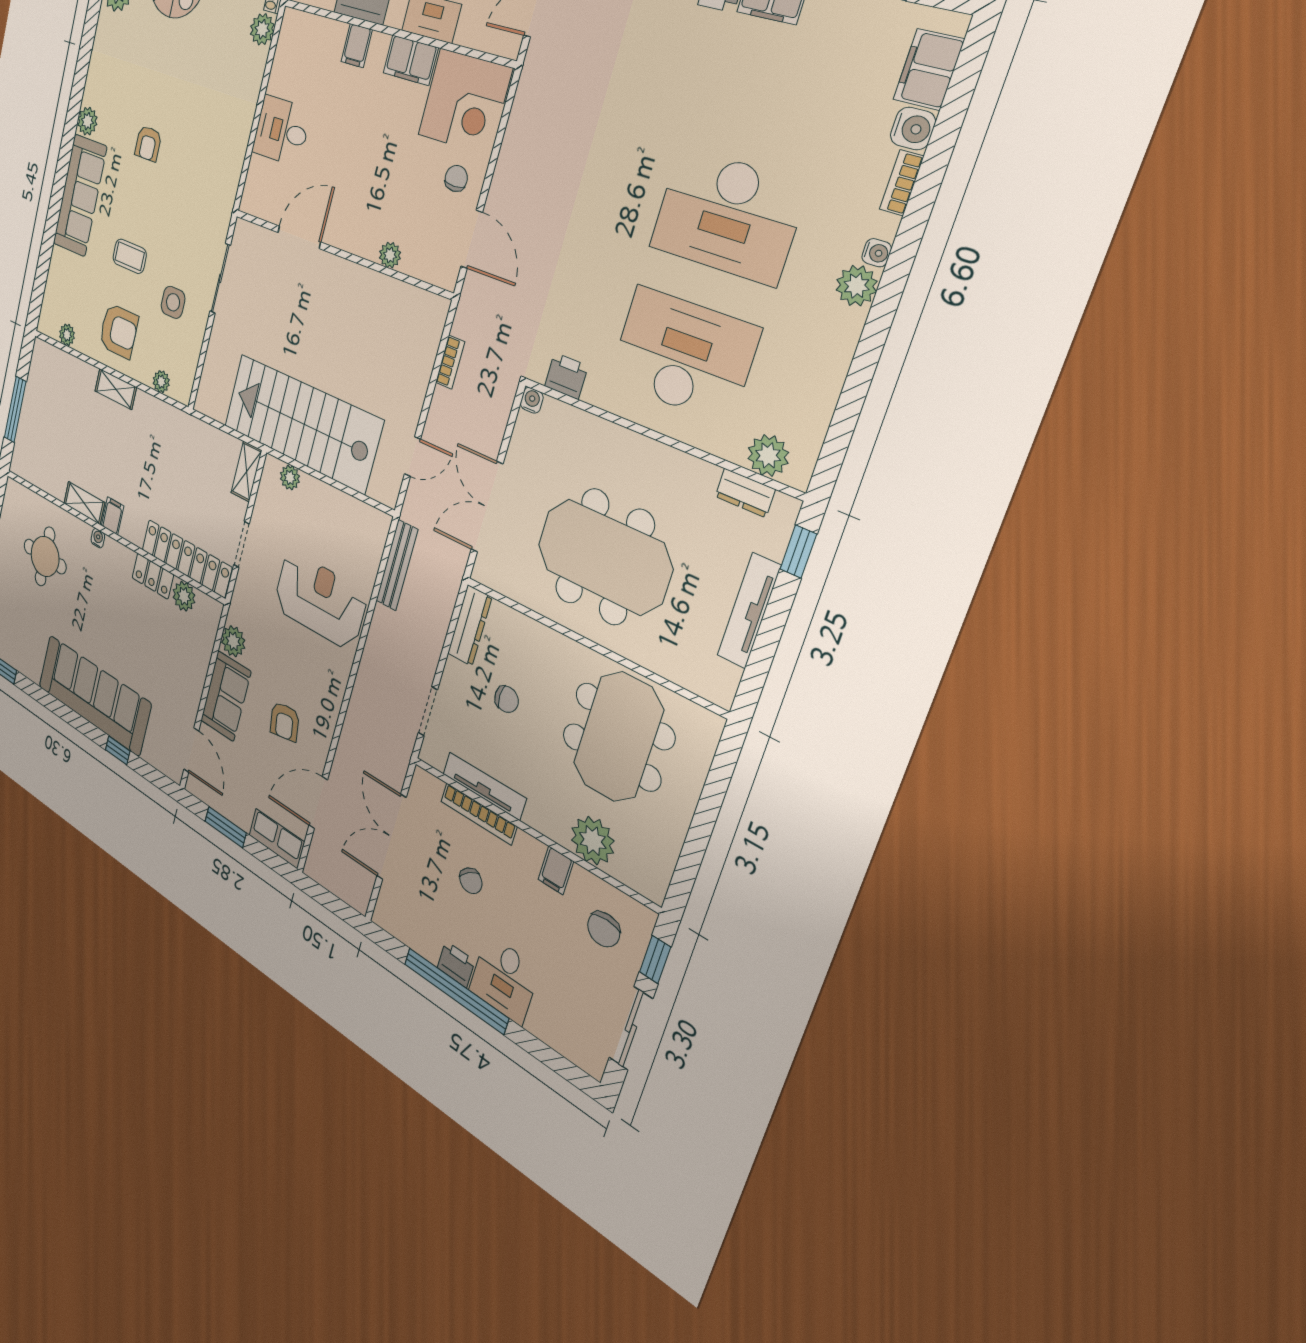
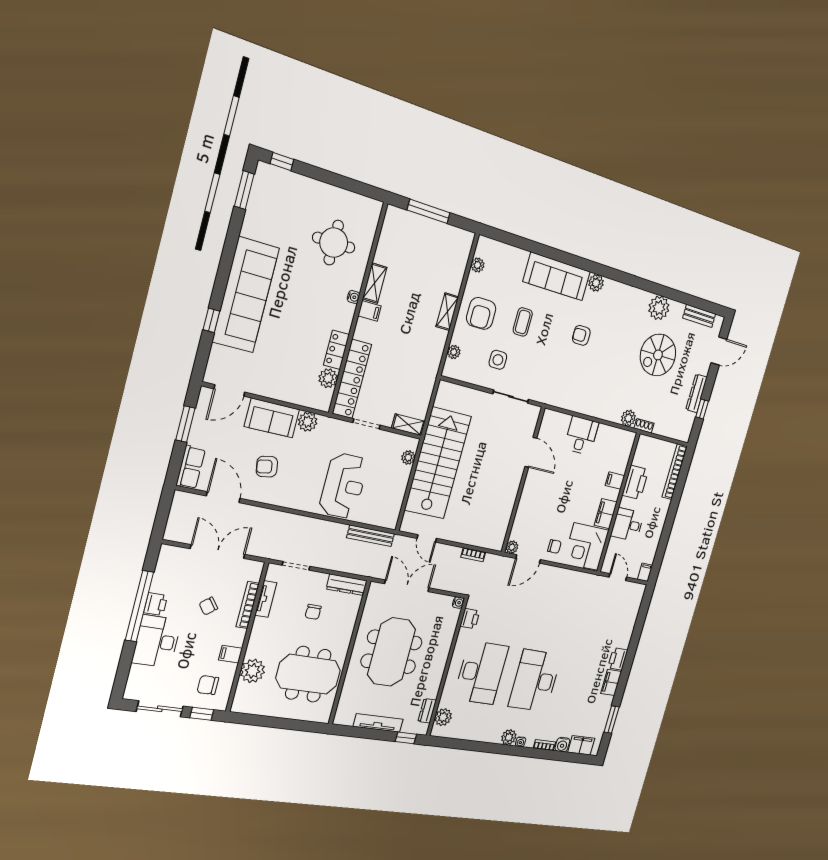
plant: (390, 255) -> (512, 547), moved
tv unit: (484, 786) -> (266, 599), width x0.71
desk: (504, 979) -> (157, 641), width x1.37

